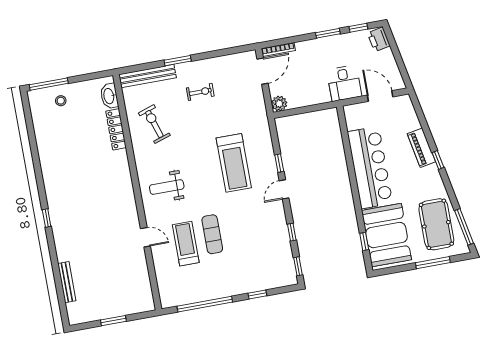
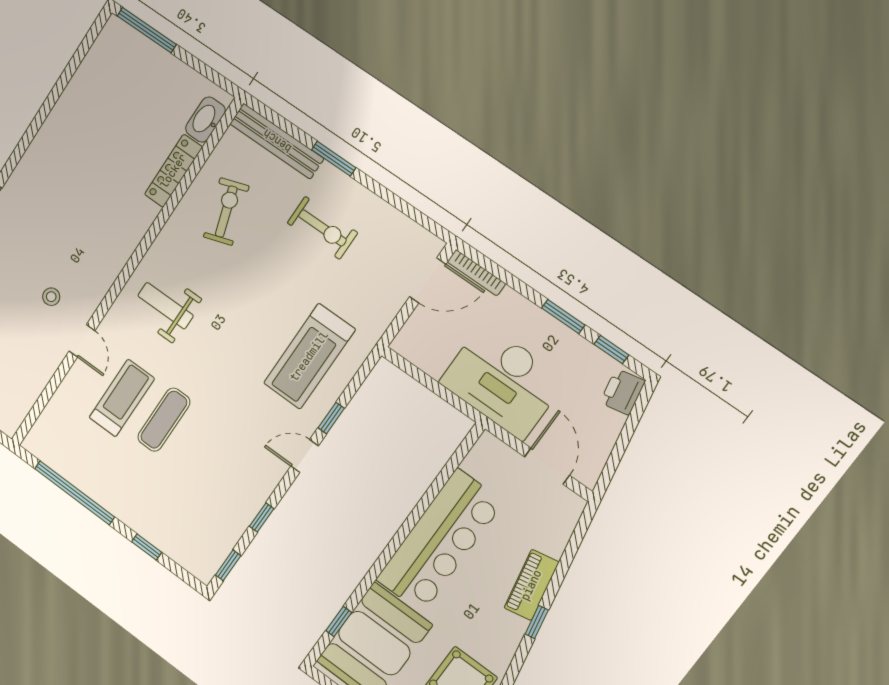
desk: (344, 83) -> (503, 381), width x1.87, depth x1.30
exercise bike: (200, 92) -> (322, 228), width x1.38, depth x1.39
stool: (61, 101) -> (51, 297), moved
plant: (279, 104) -> (407, 343), removed
treadmill: (234, 163) -> (309, 356), moved

